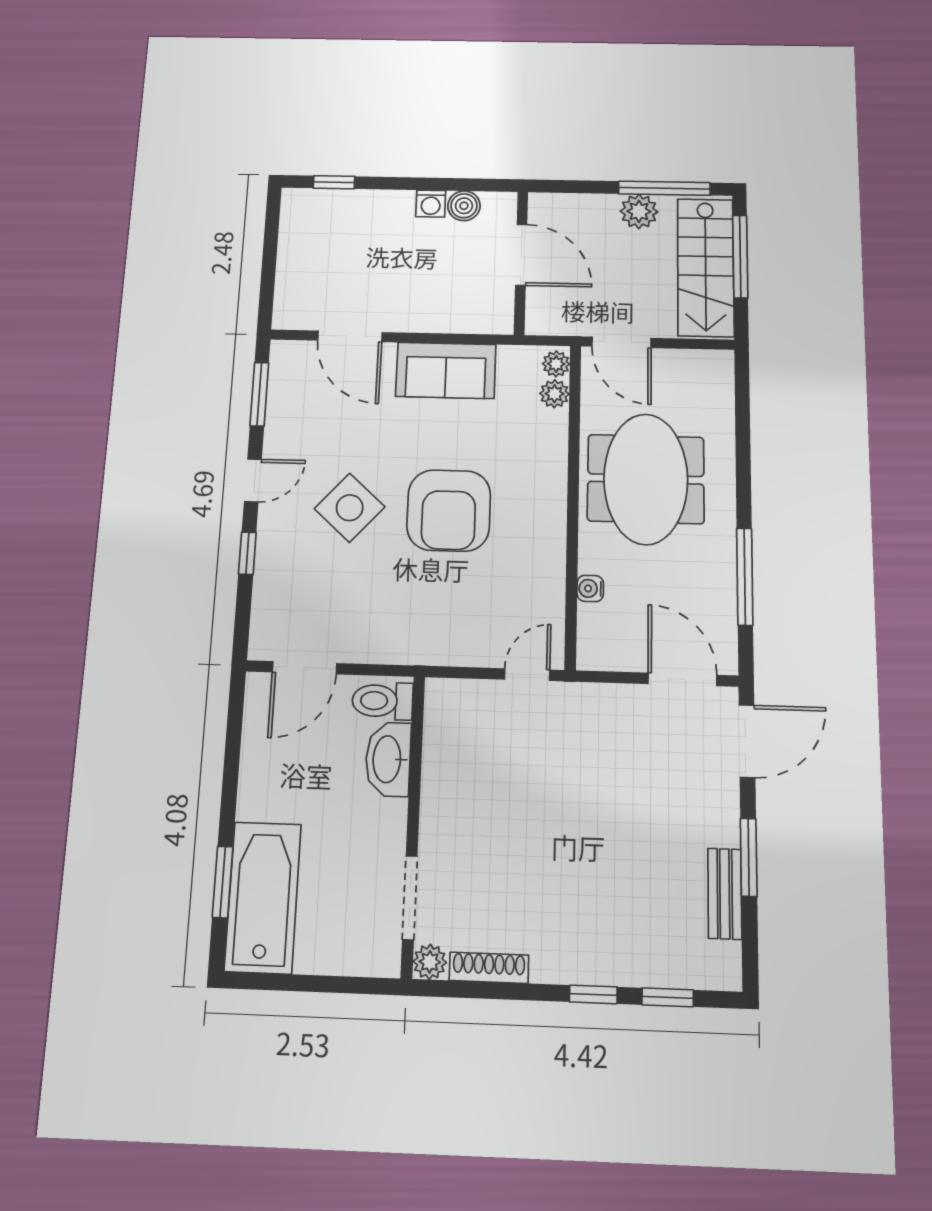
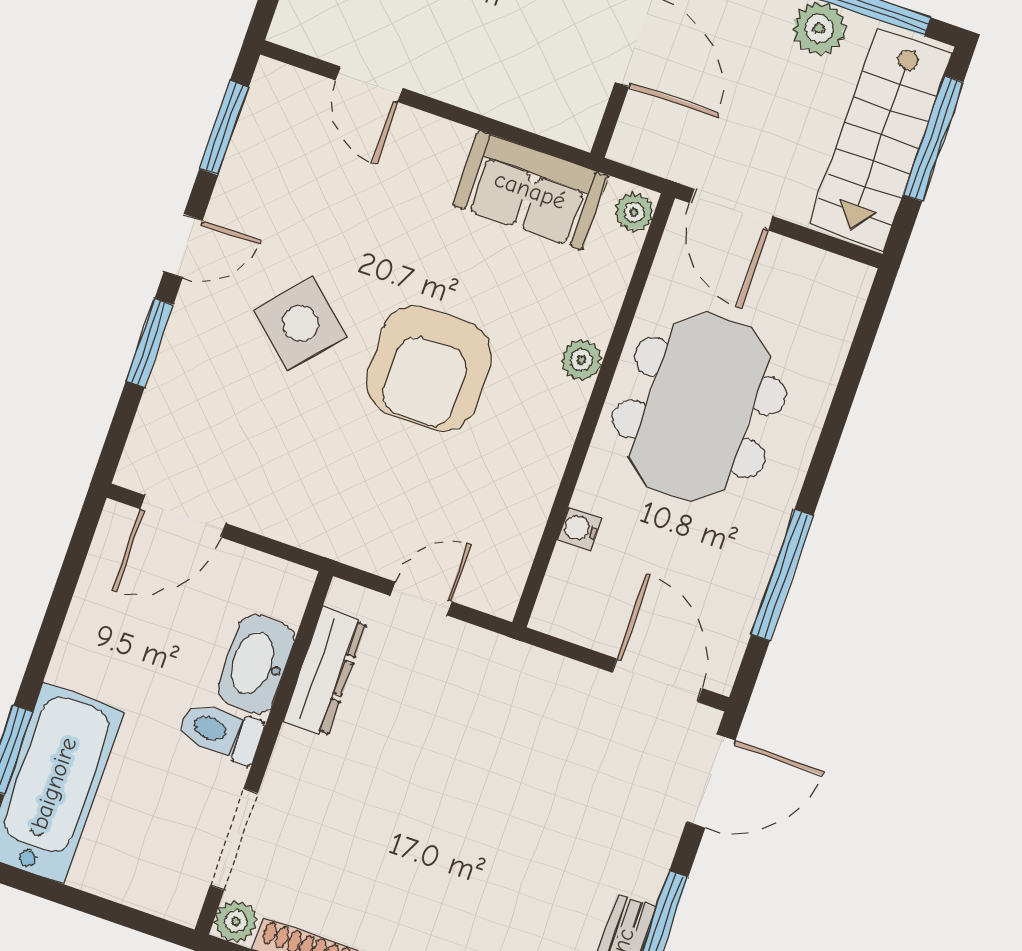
door: (350, 336) -> (369, 84), width x0.73
sofa: (446, 370) -> (530, 190), moved
plant: (554, 394) -> (581, 360), moved
window: (247, 553) -> (150, 343), width x1.50
door: (527, 675) -> (421, 599), moved
toilet: (382, 701) -> (221, 732), moved
dresser: (440, 749) -> (325, 672), added

